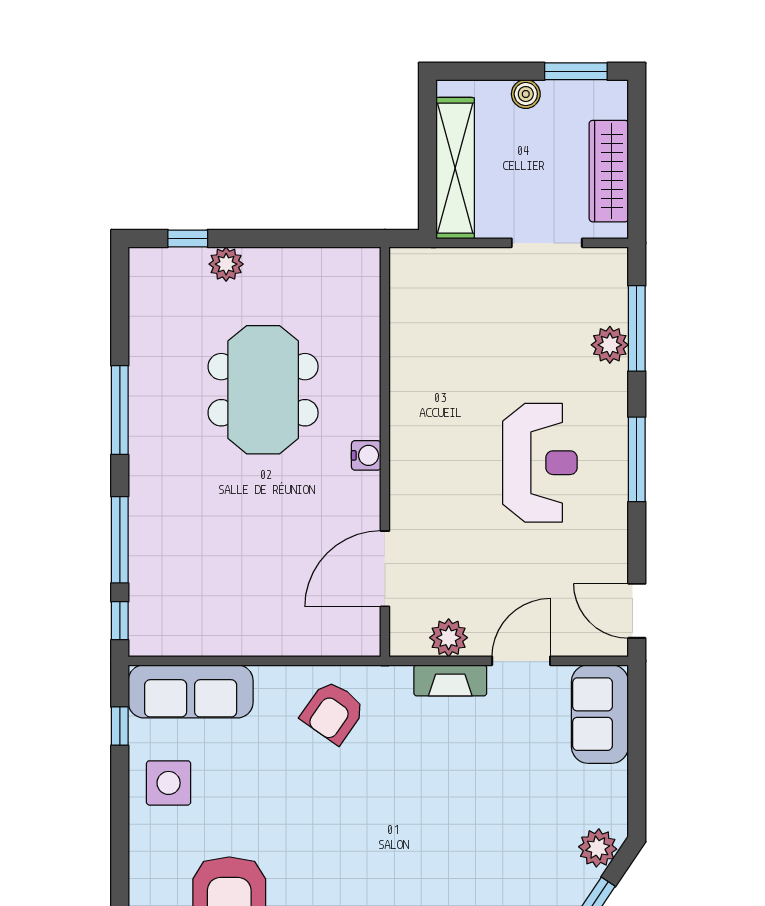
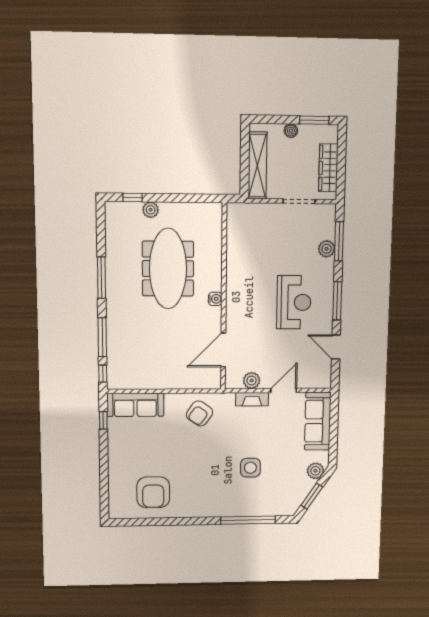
meeting table: (263, 390) -> (168, 269), width x1.36
door: (637, 611) -> (336, 347), moved
sofa: (600, 714) -> (318, 421), width x1.36
side table: (169, 783) -> (250, 468), moved

